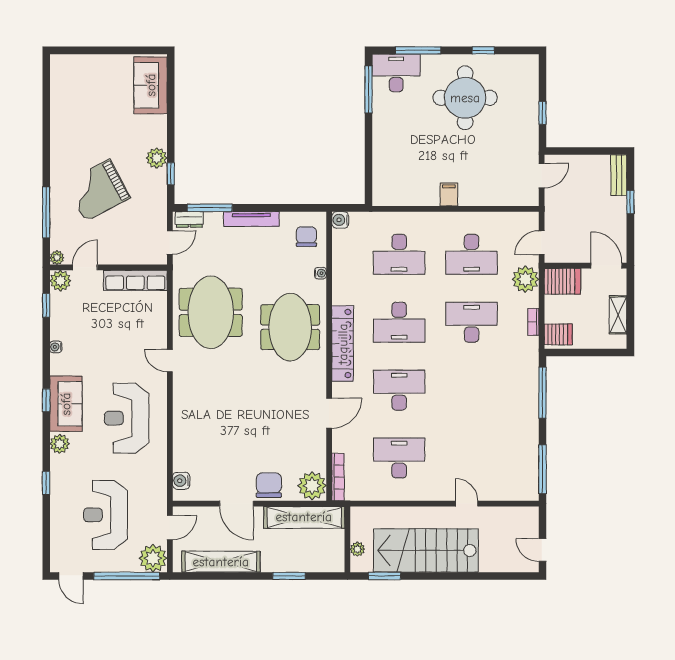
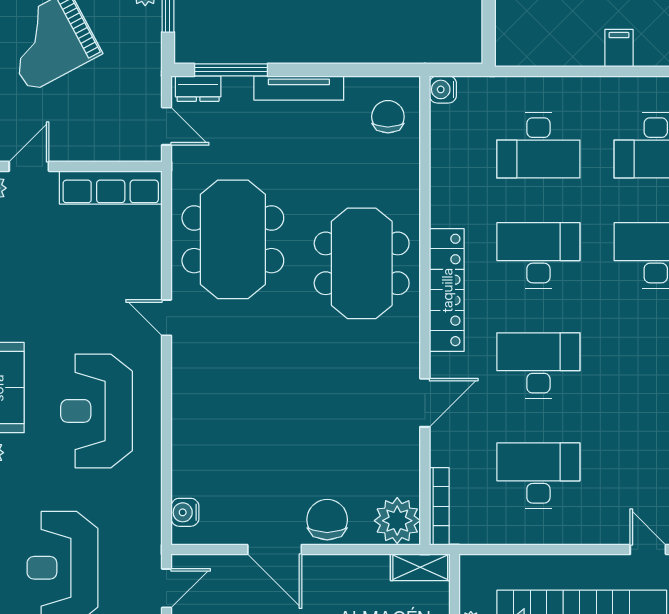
door: (170, 243) -> (166, 126), hinge flipped
water cooler: (320, 273) -> (411, 176), removed
desk: (399, 322) -> (538, 255), turned 180
shelving: (304, 517) -> (420, 567), width x0.45, depth x0.75

